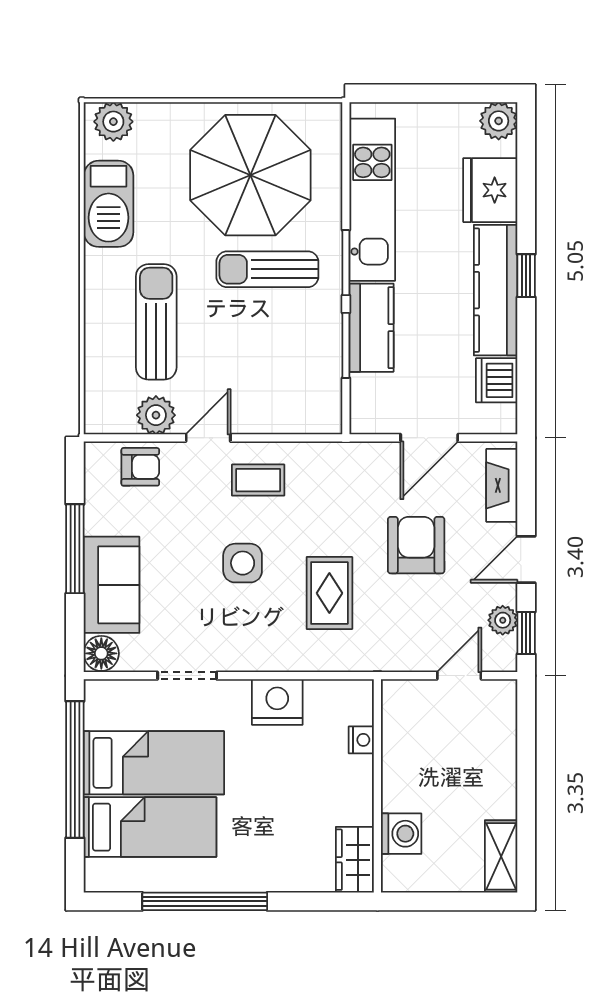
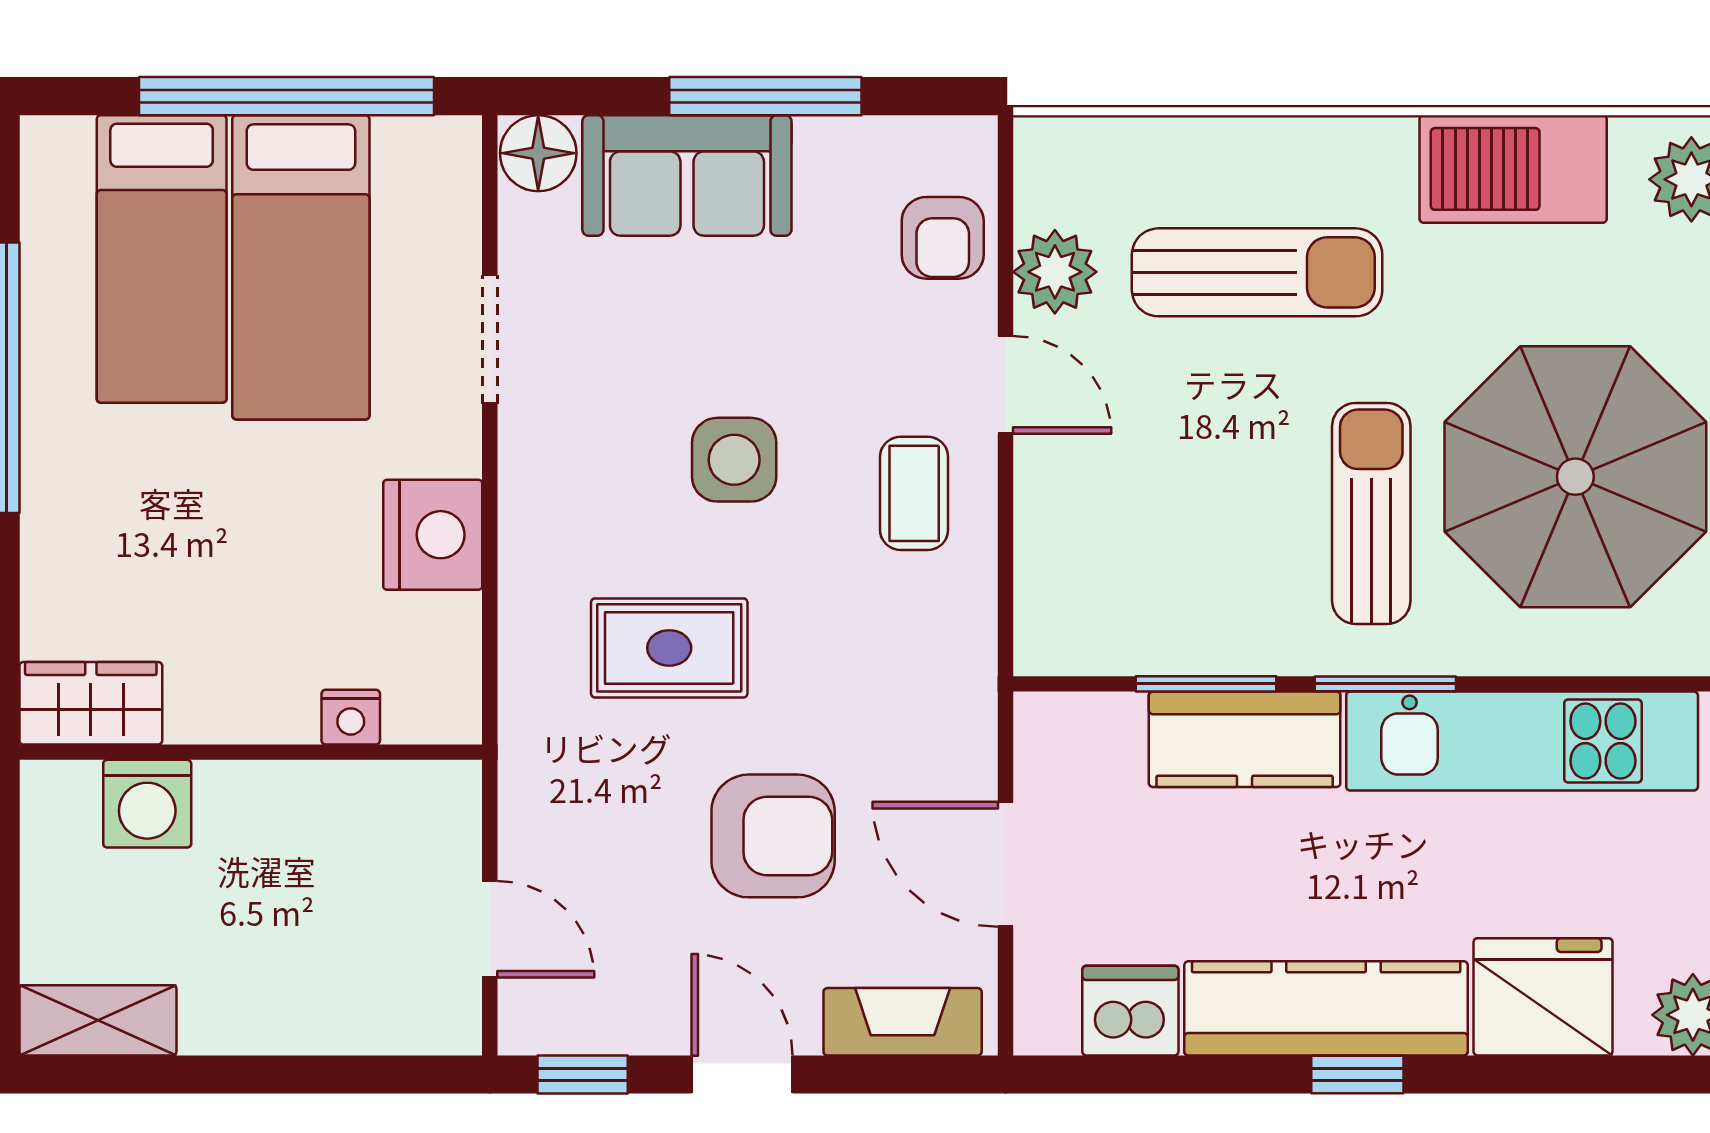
plant: (503, 620) -> (610, 1024), removed

